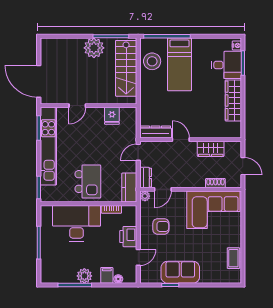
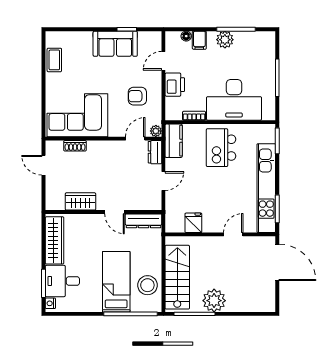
dresser: (156, 132) -> (144, 221), moved
door: (181, 140) -> (115, 212), moved
wall: (191, 140) -> (103, 212), moved
wardrobe: (211, 149) -> (80, 201), moved

